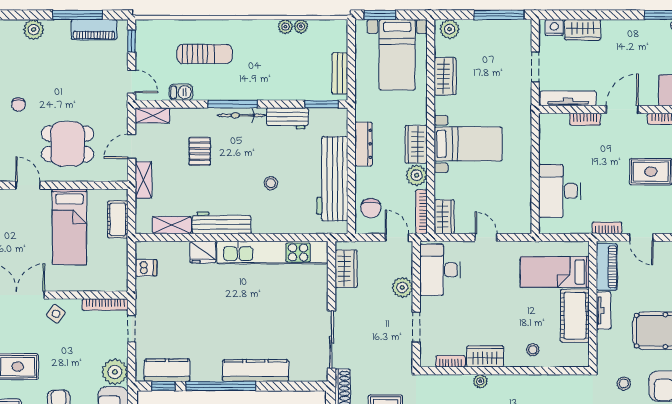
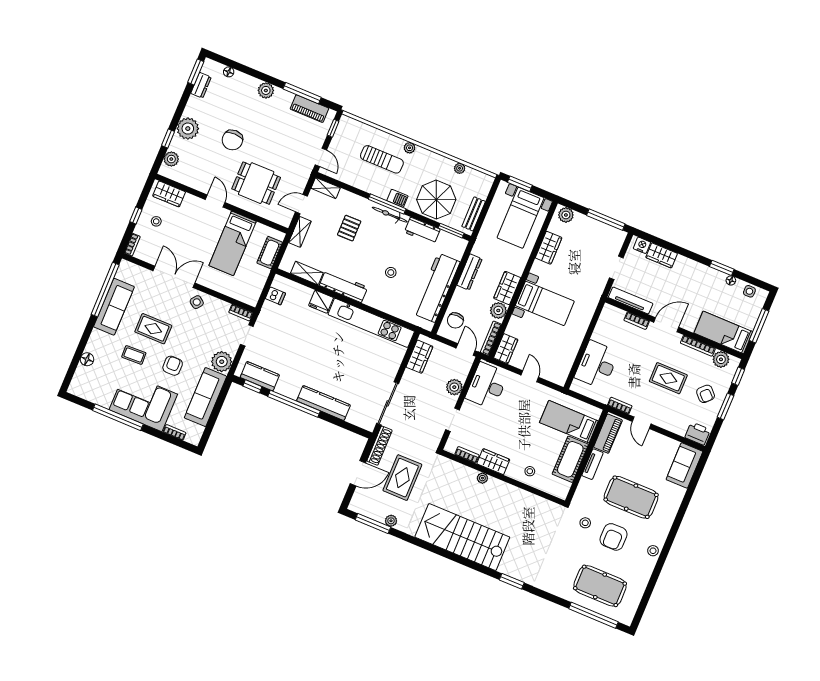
plant: (285, 27) -> (410, 148), moved
parasol: (289, 75) -> (436, 200), added
barbecue: (181, 92) -> (397, 198), moved
chair: (18, 105) -> (232, 140), width x1.87, depth x1.87
bookcase: (105, 305) -> (241, 313), width x0.64

